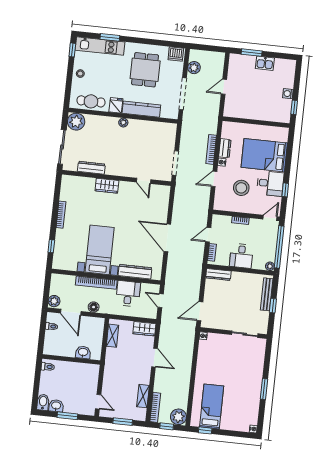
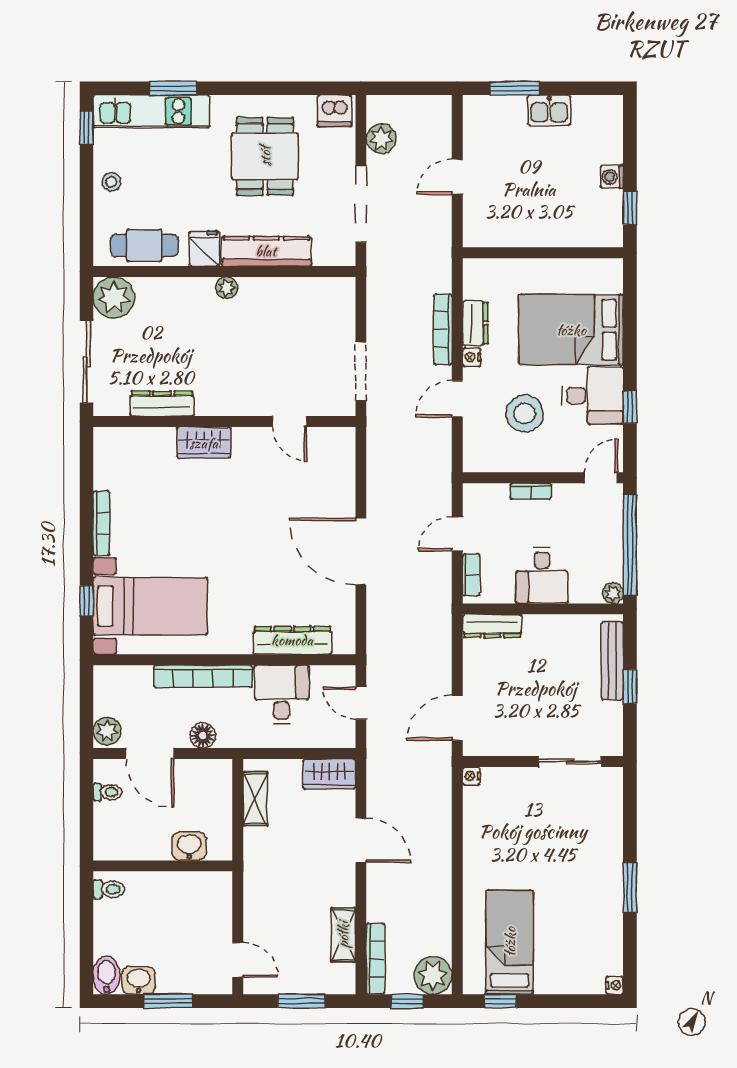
bed with nightstands: (100, 250) -> (150, 606), moved, turned 90

